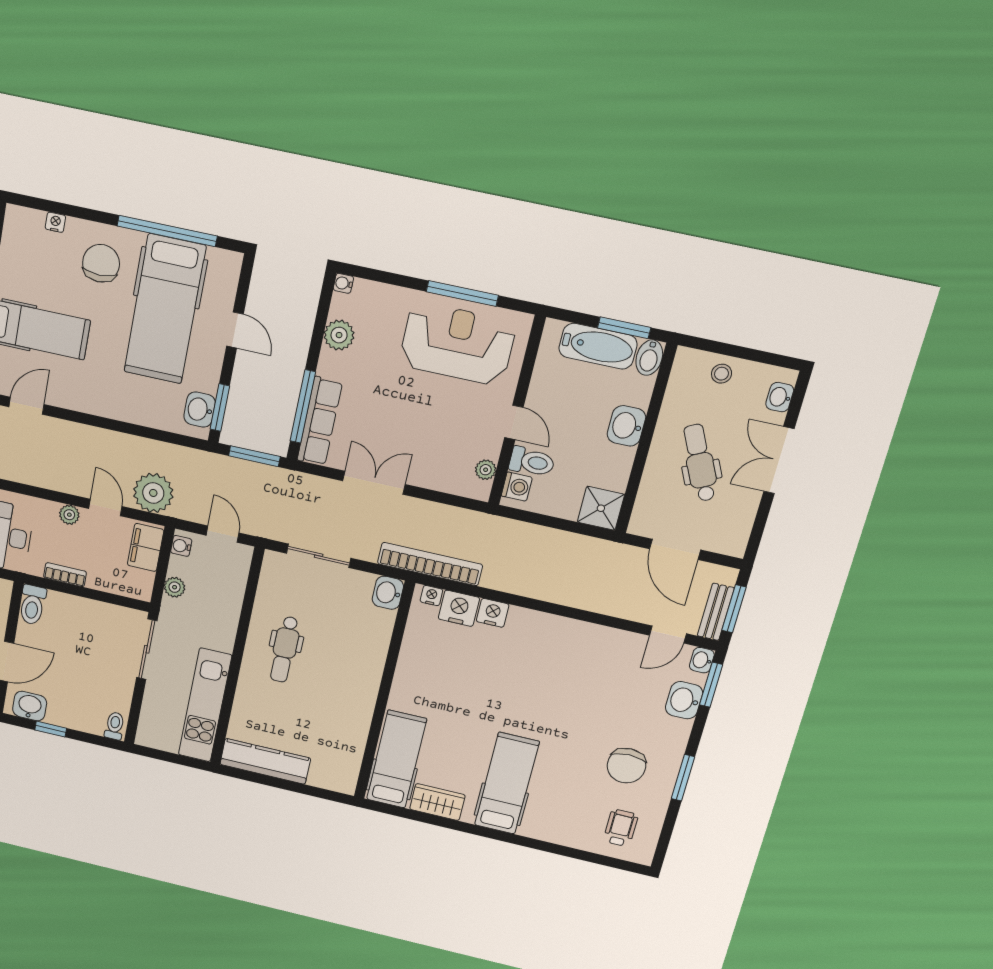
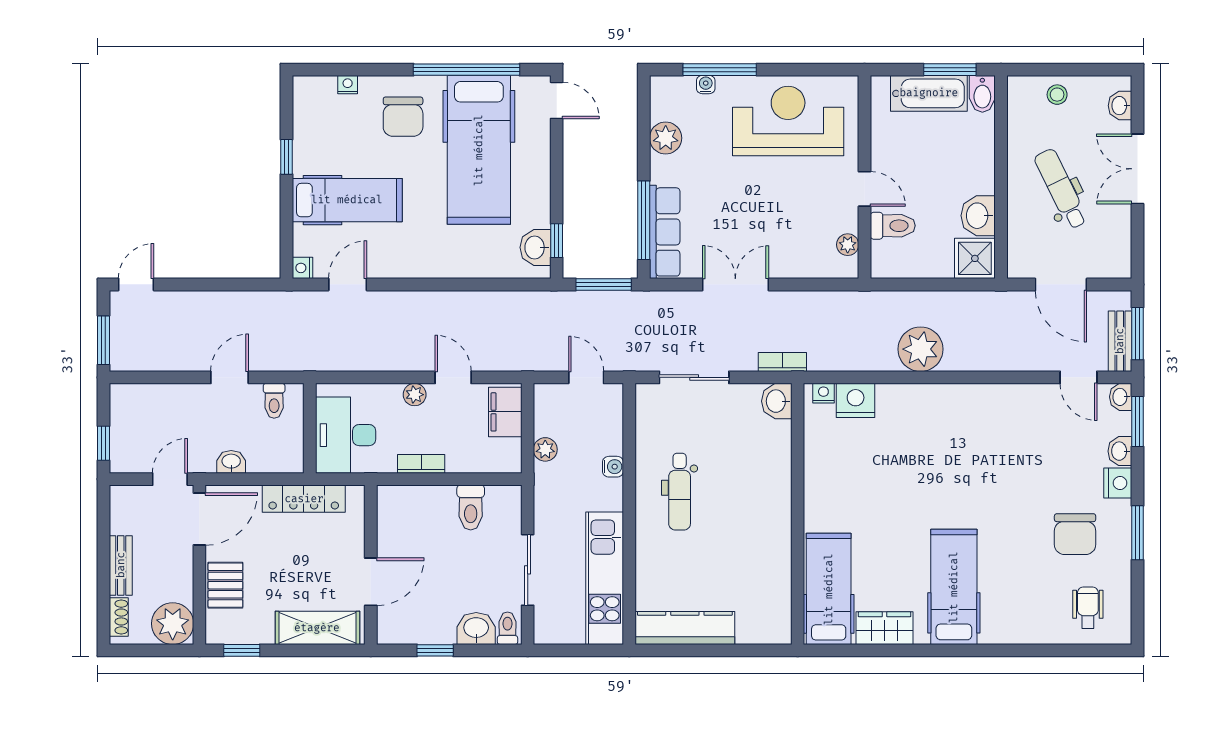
chair: (101, 263) -> (403, 117), turned 180
water cooler: (343, 283) -> (706, 85), moved, turned 90
window: (462, 293) -> (720, 70), moved
door: (235, 330) -> (557, 100), moved
window: (220, 408) -> (557, 241), width x0.67
washbasin: (626, 426) -> (978, 216), moved
washing machine: (517, 487) -> (884, 255), removed
plant: (153, 493) -> (920, 349), moved
water cooler: (181, 546) -> (613, 467), moved, turned 180
bookcase: (430, 564) -> (782, 362), width x0.43, depth x0.76
toilet: (32, 605) -> (471, 507), moved
nightstand: (493, 613) -> (1118, 483), moved, turned 90
door: (668, 635) -> (1079, 377), hinge flipped
sliding door: (147, 649) -> (528, 570), moved
washbasin: (684, 700) -> (1120, 451), width x0.72, depth x0.69
washbasin: (30, 706) -> (476, 629), moved

